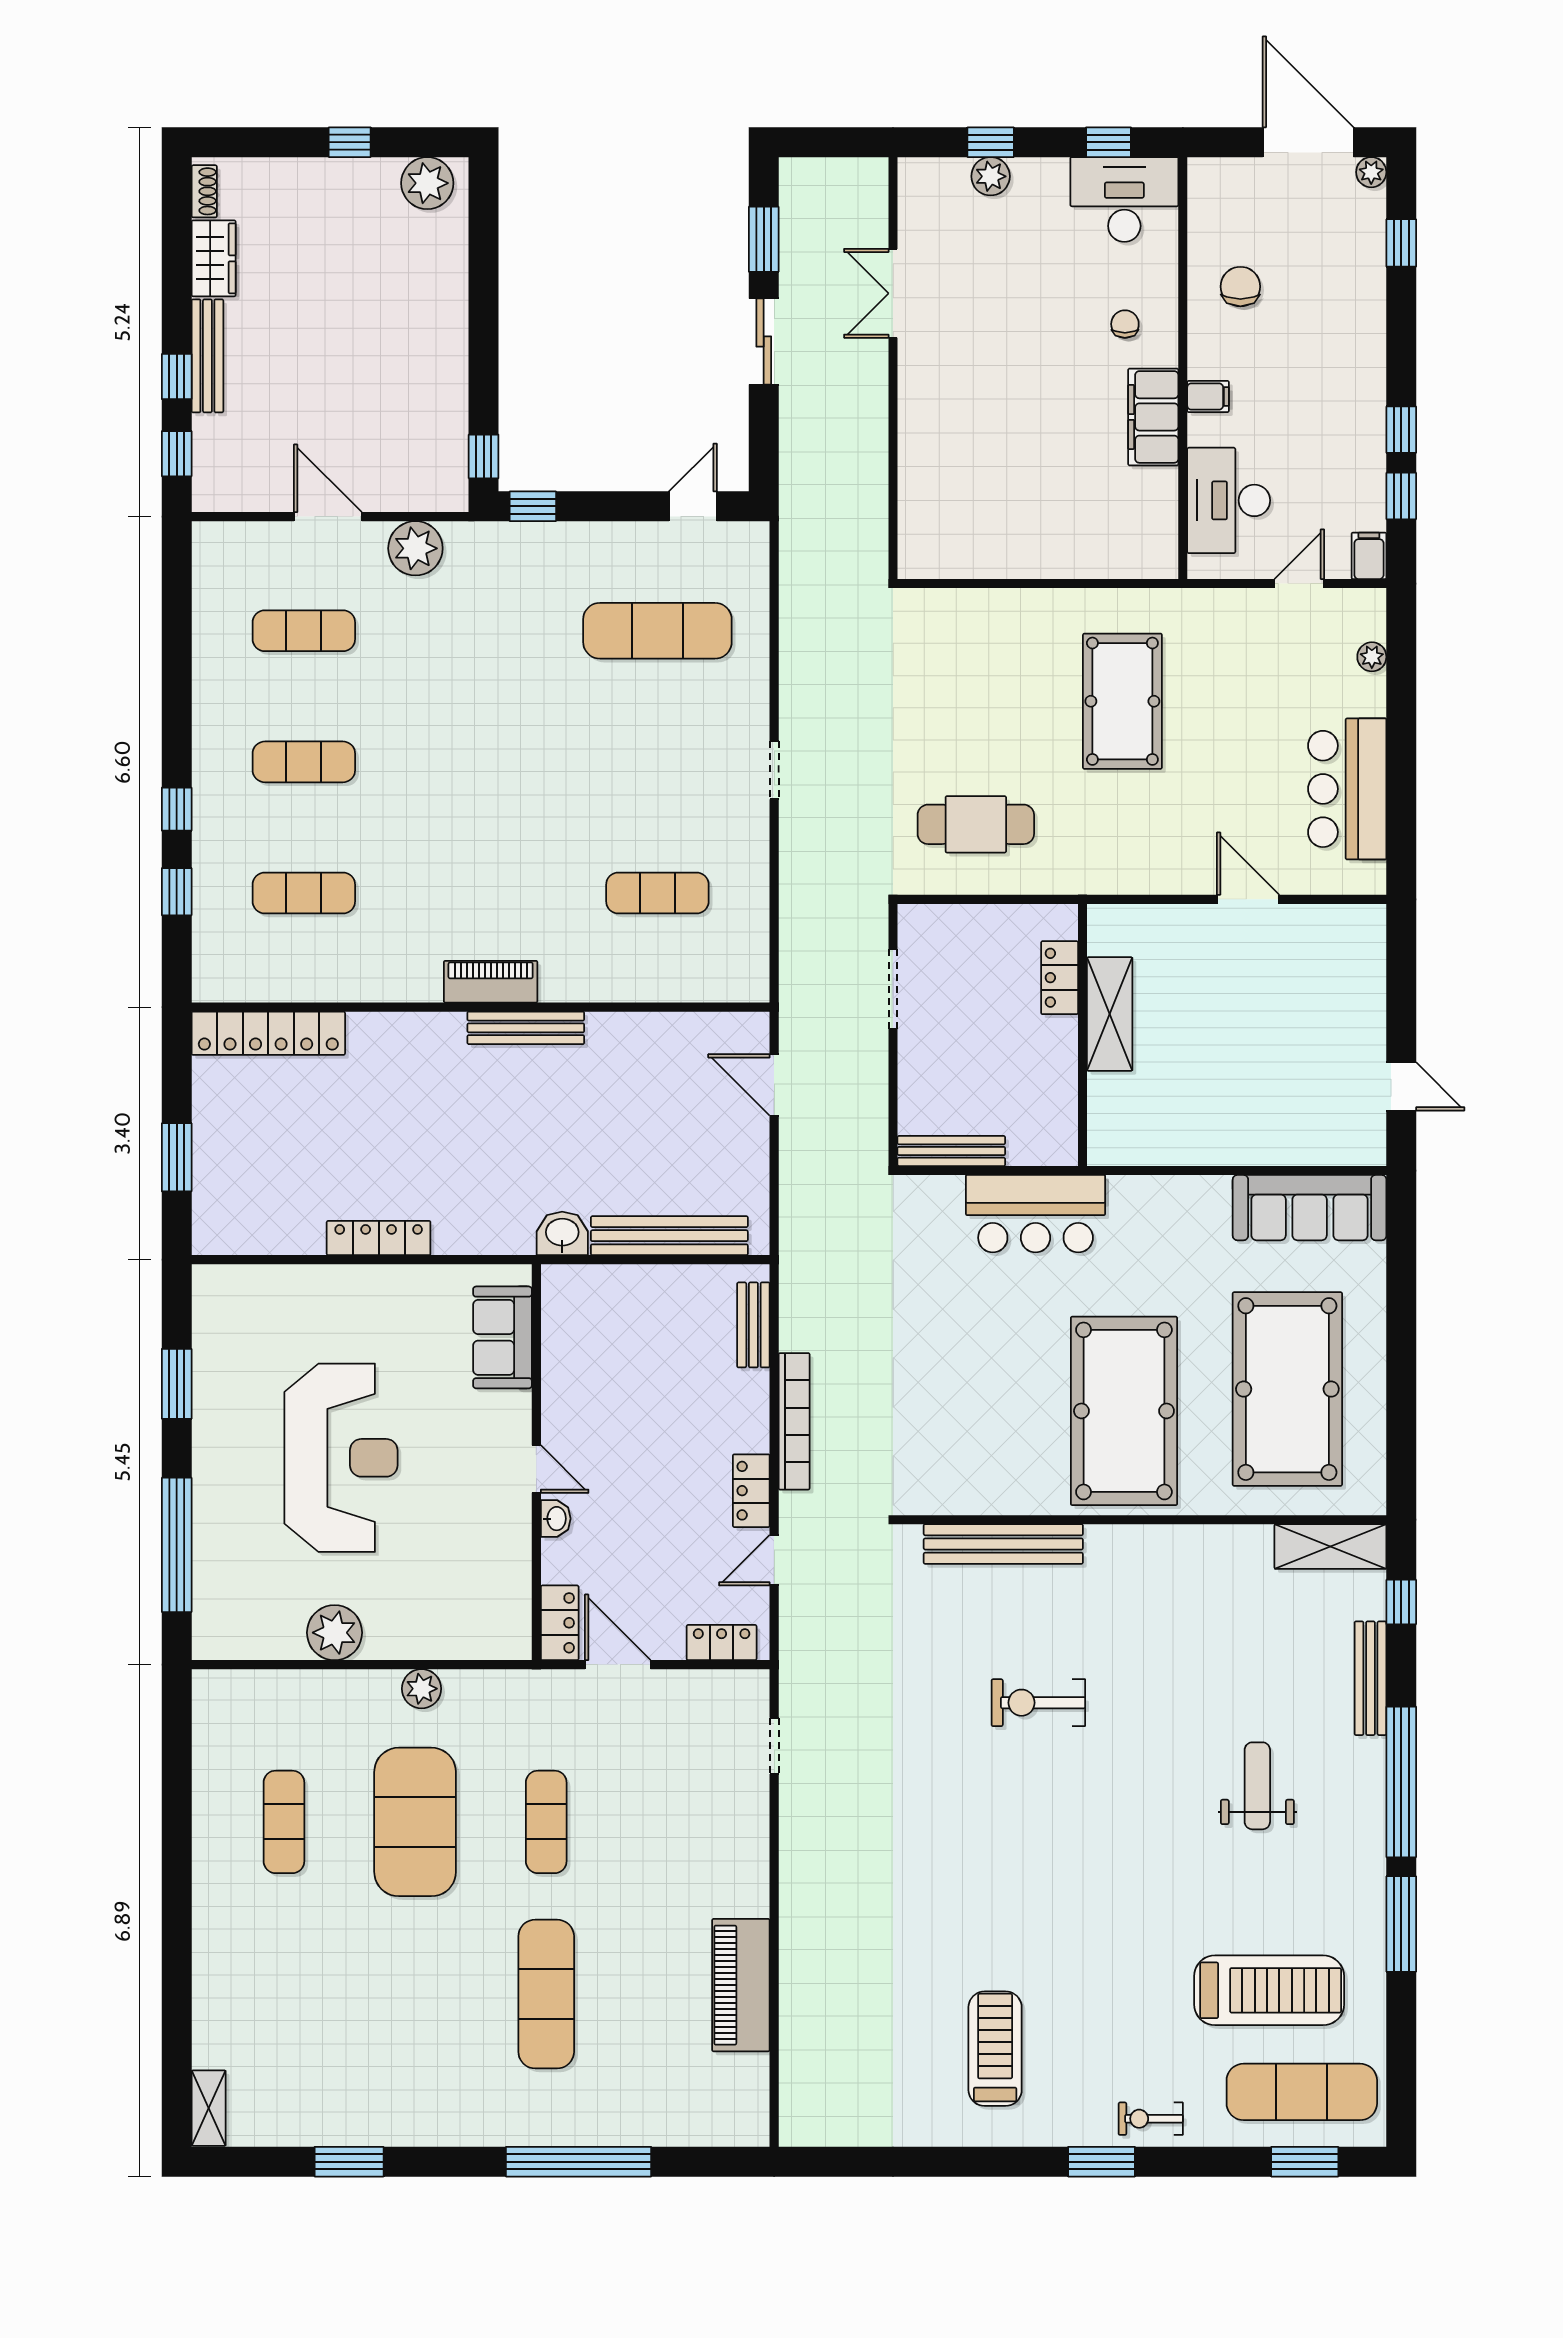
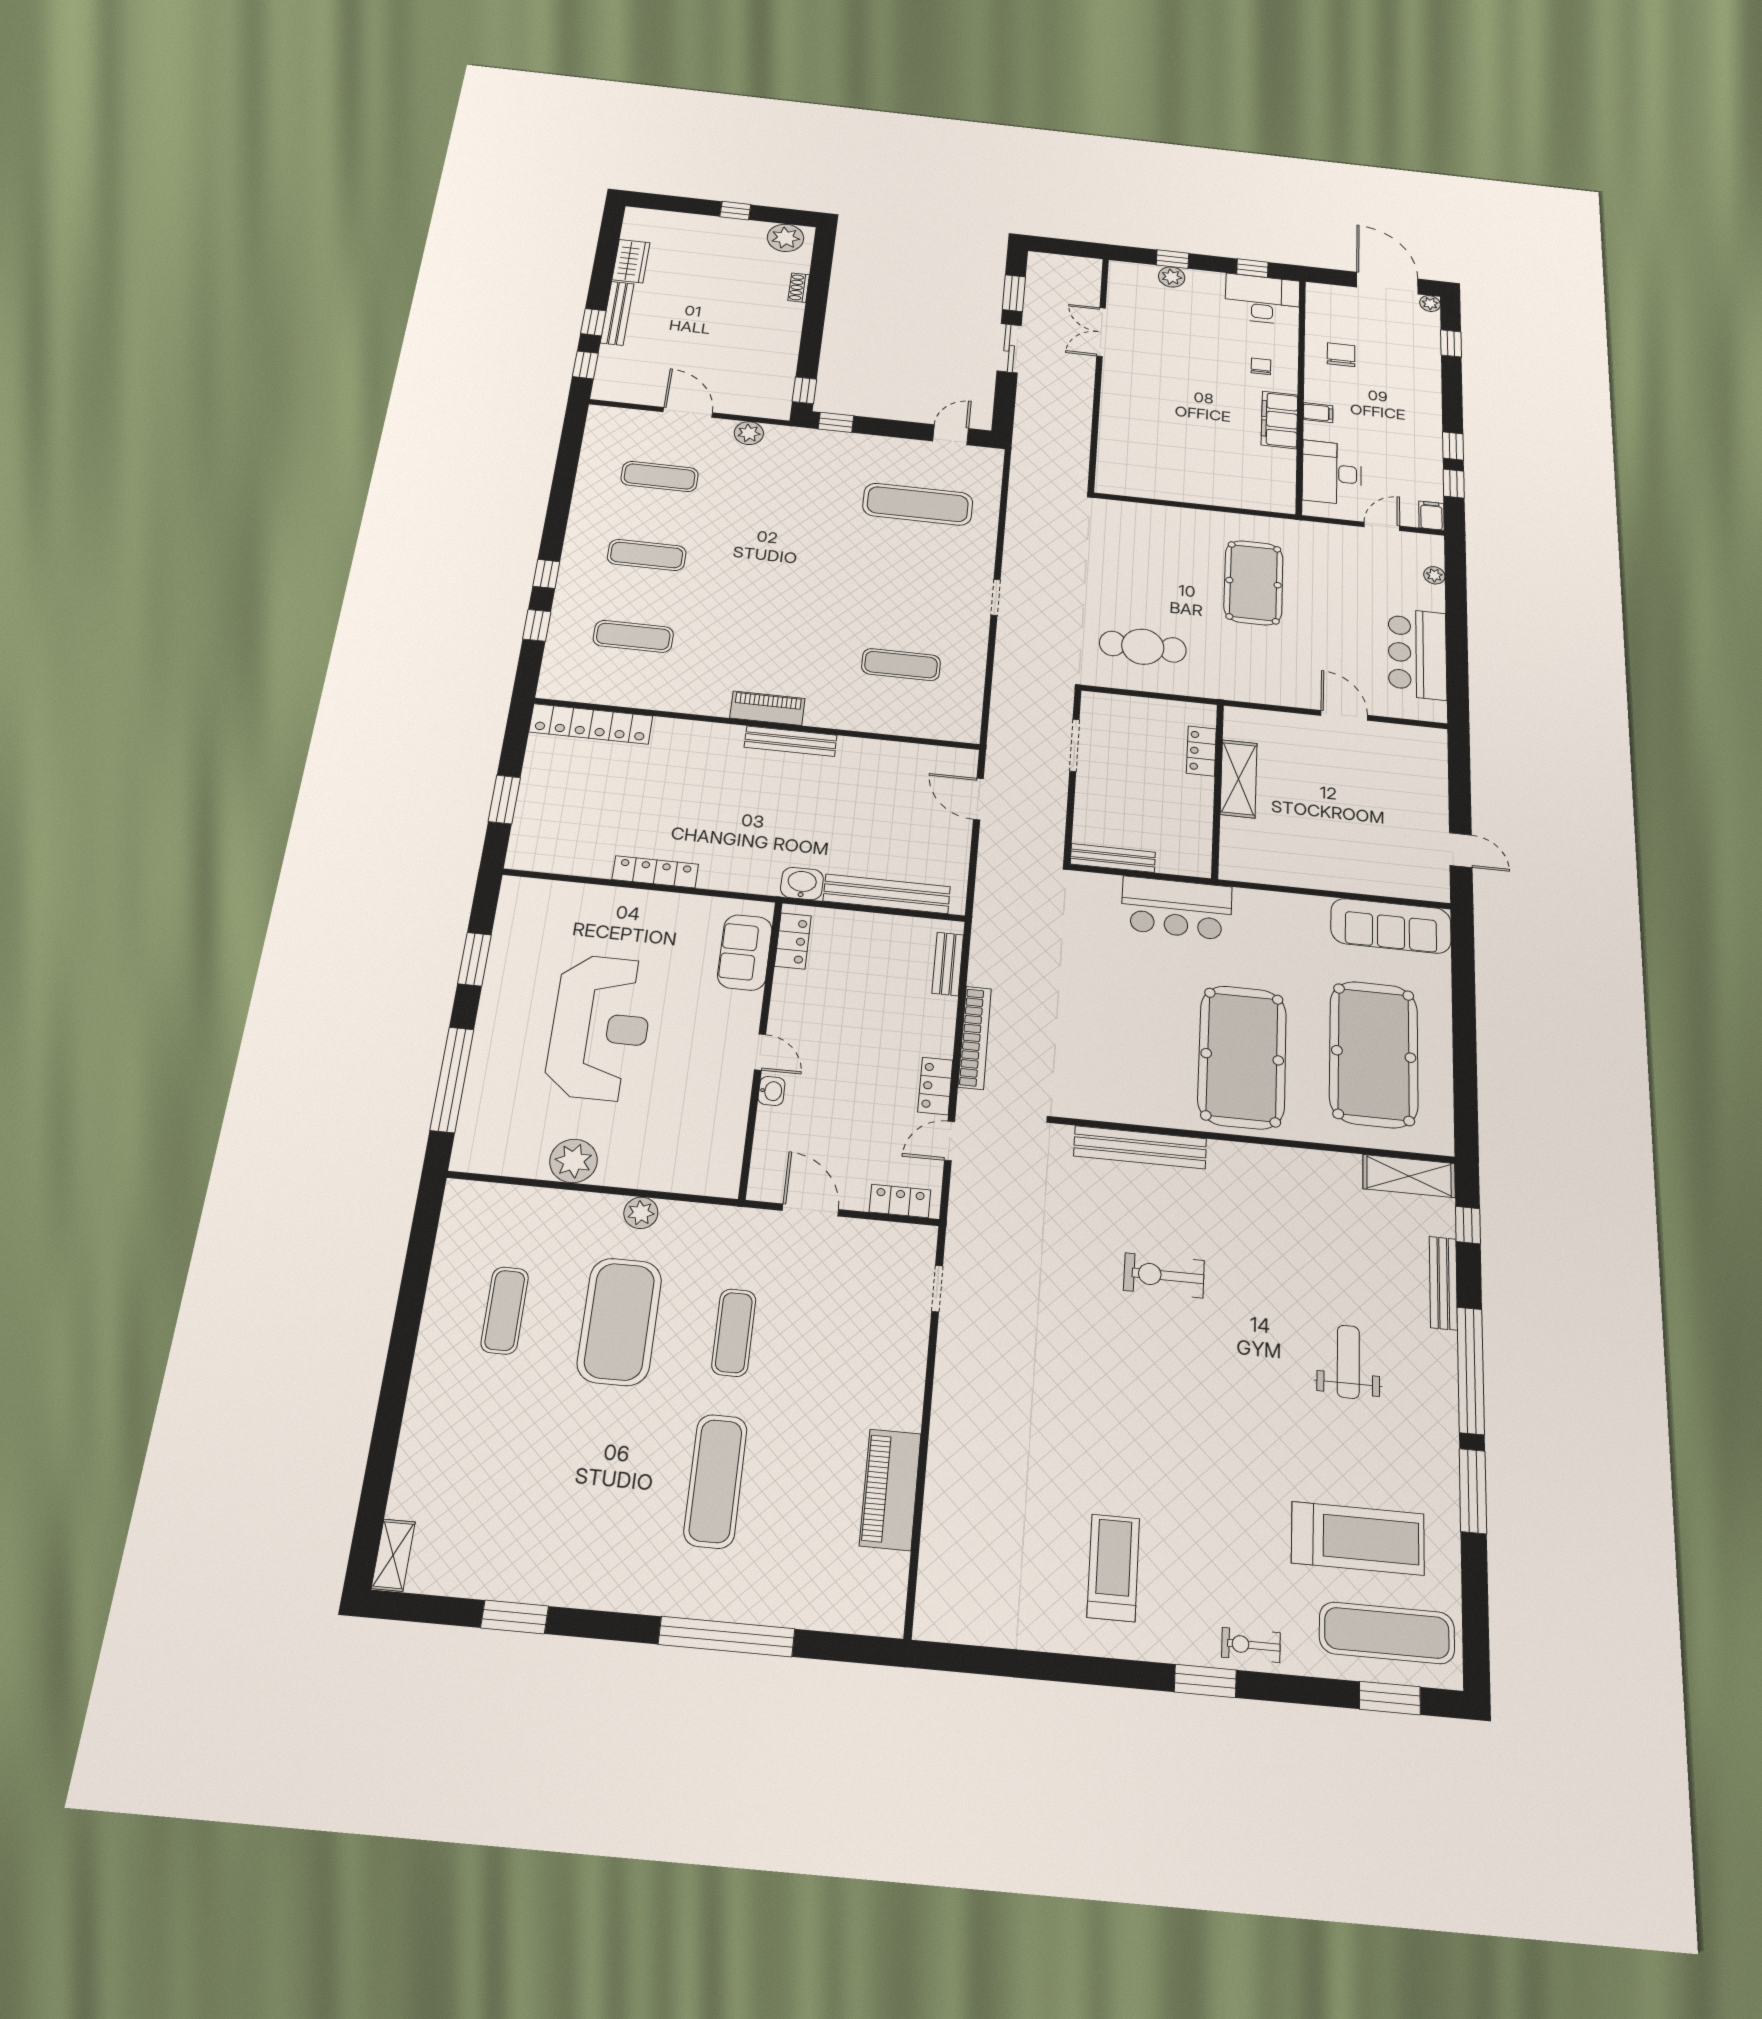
shoe rack: (204, 191) -> (799, 288), moved, turned 180
plant: (415, 548) -> (749, 433), width x0.73, depth x0.73
locker: (560, 1623) -> (793, 941), moved

